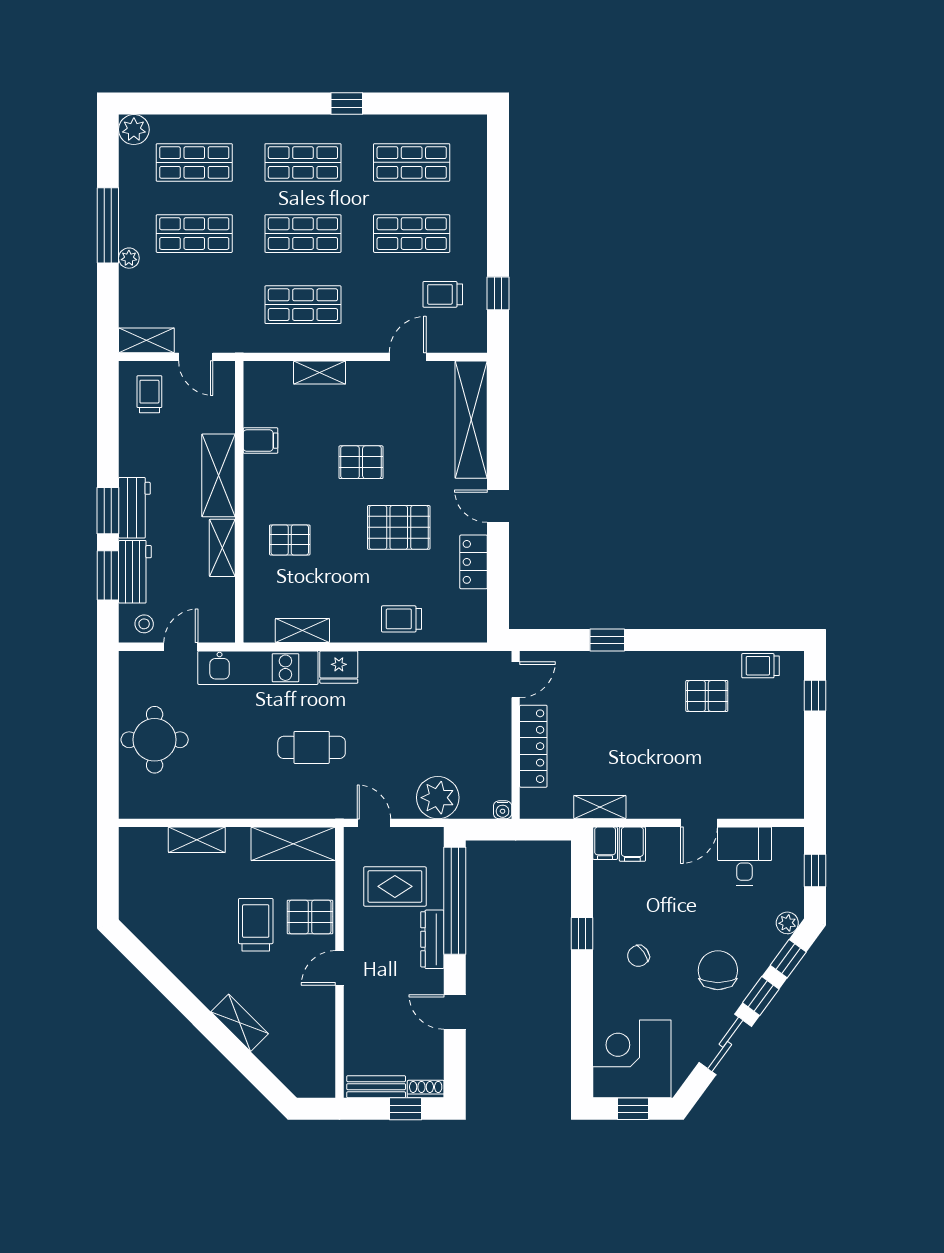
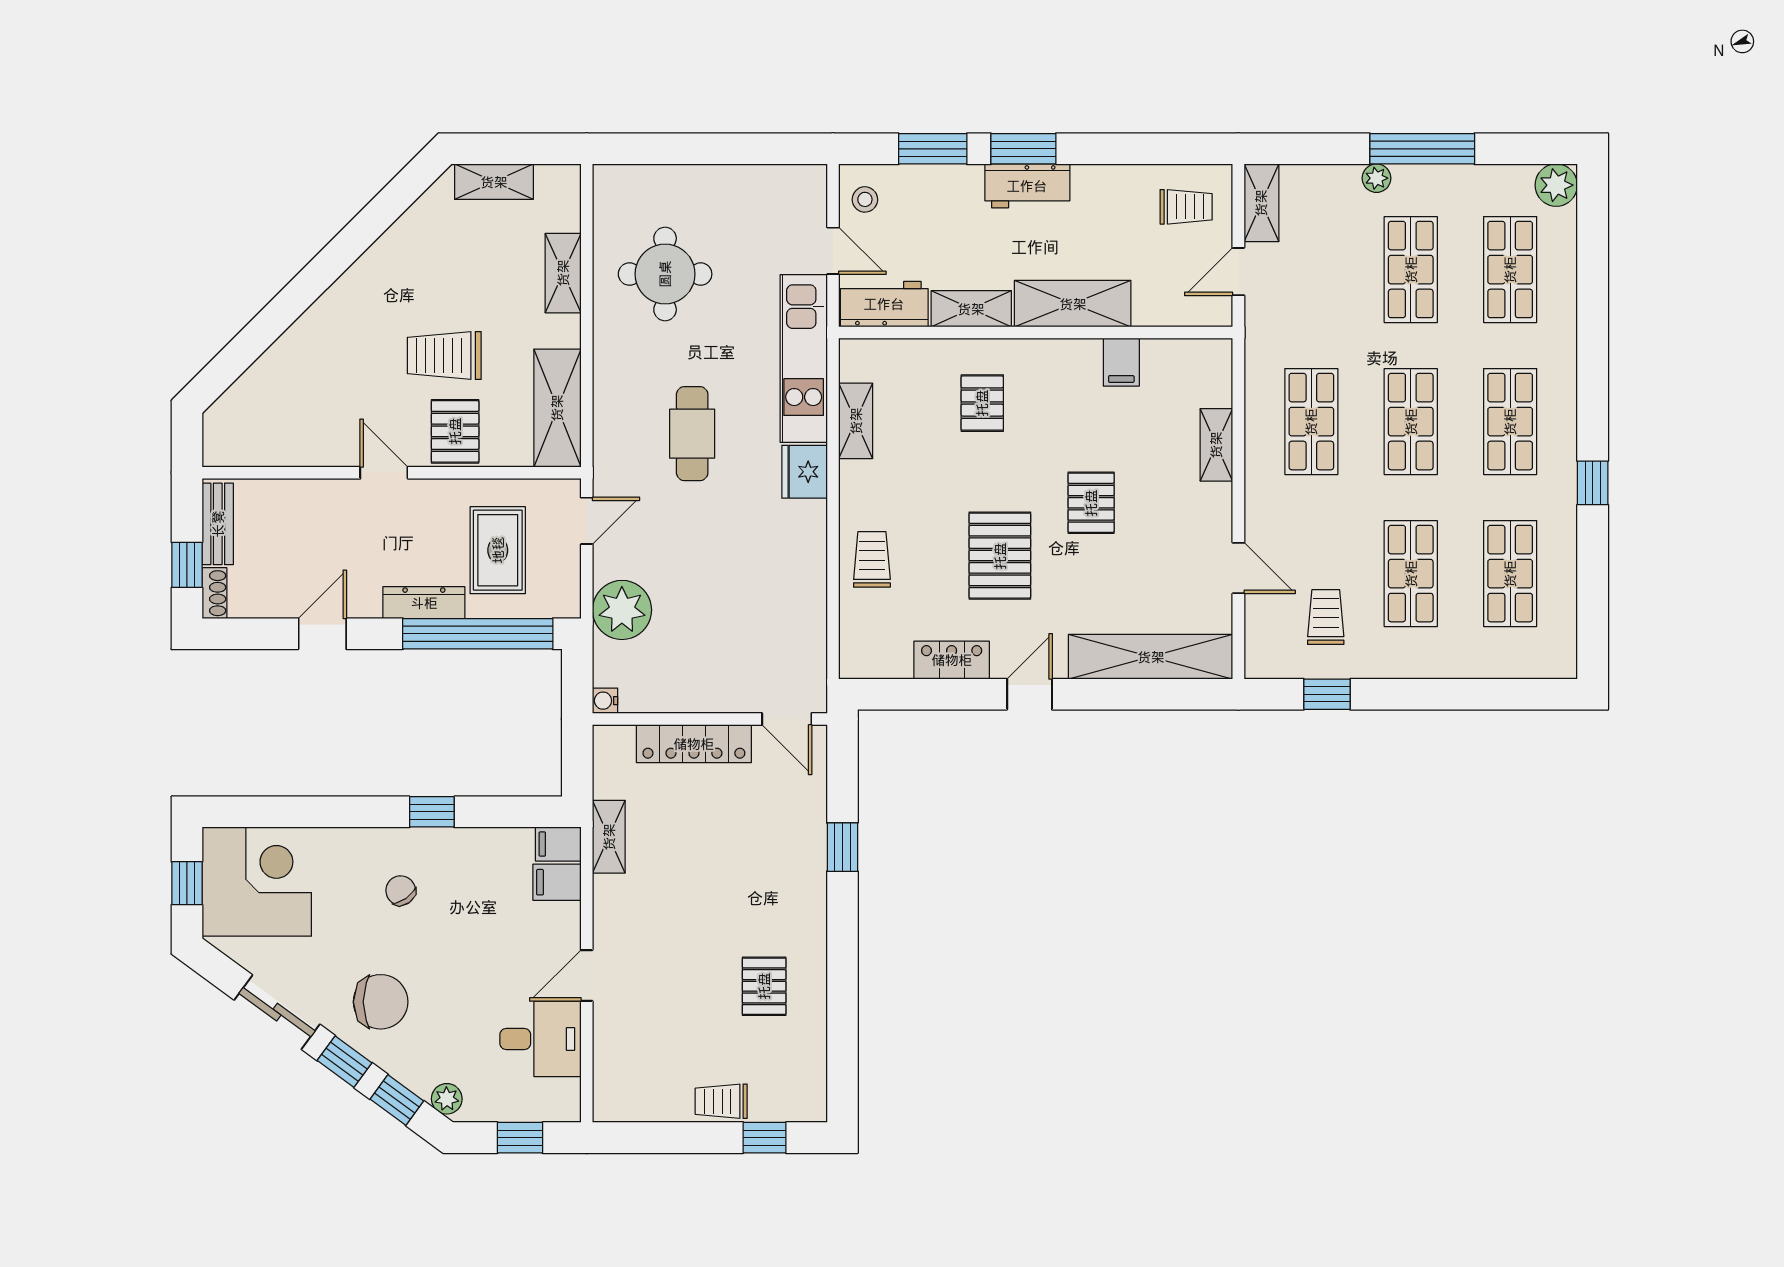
workbench: (135, 572) -> (884, 304), moved, turned 180
trolley: (760, 666) -> (721, 1101), moved, turned -90
round table: (155, 740) -> (665, 274), moved
door: (699, 823) -> (587, 975), hinge flipped
trolley: (256, 925) -> (444, 356), turned 180
shelving: (240, 1023) -> (494, 182), moved, turned 45

